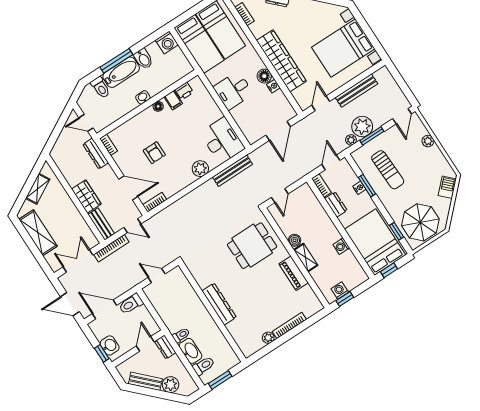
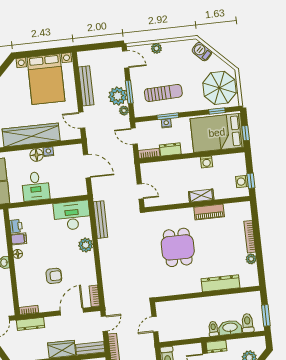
boiler: (295, 240) -> (183, 198), removed
dining table: (252, 246) -> (178, 247), moved
dresser: (219, 304) -> (221, 283), moved

